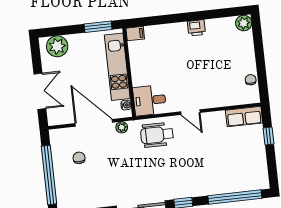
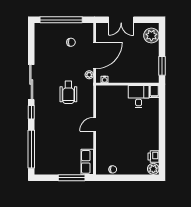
printer: (196, 28) -> (154, 157), moved
kitchen unit: (117, 67) -> (132, 76), removed
desk: (150, 100) -> (139, 96), moved
wheelchair: (157, 135) -> (68, 92), moved, turned 180
window: (269, 136) -> (72, 178), width x2.17

